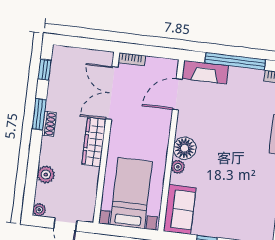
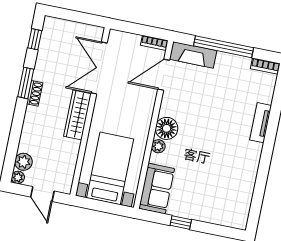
bookcase: (132, 59) -> (154, 43), moved
plant: (46, 175) -> (23, 162), moved

